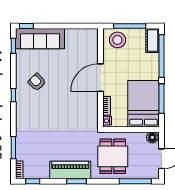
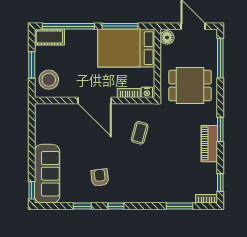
window: (130, 26) -> (32, 65), width x0.69
window: (13, 46) -> (82, 206), moved
armchair: (37, 82) -> (100, 178), turned 128
coffee table: (74, 115) -> (140, 133), added
piano: (70, 170) -> (209, 144), width x0.73, depth x0.75

